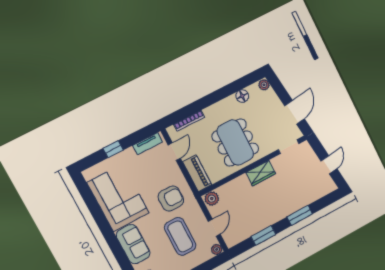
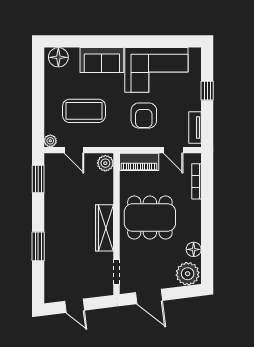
plant: (264, 85) -> (188, 274), width x1.87, depth x1.87
wardrobe: (261, 173) -> (105, 228), width x1.50
armchair: (171, 199) -> (144, 115), moved
window: (263, 235) -> (38, 179), moved

